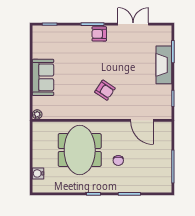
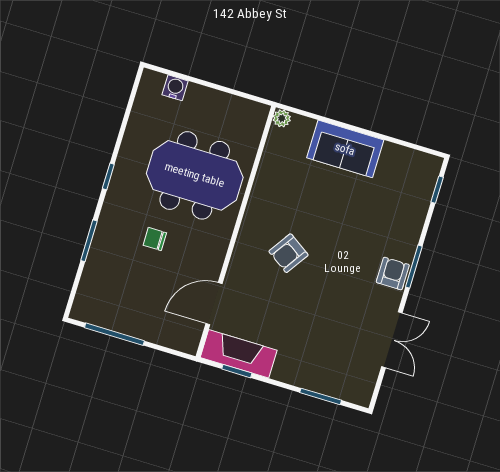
fireplace: (164, 65) -> (239, 354), moved

